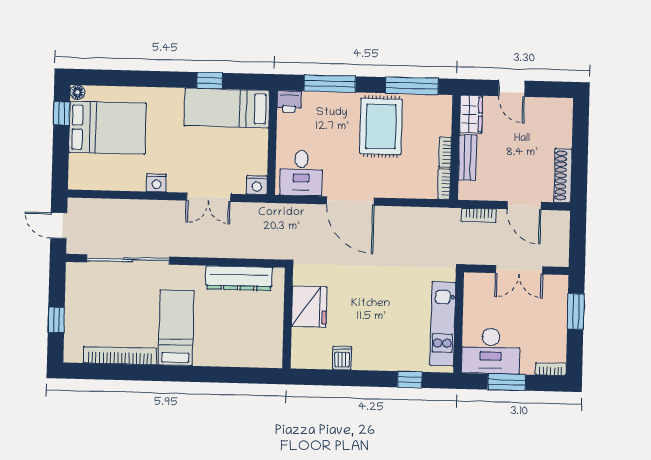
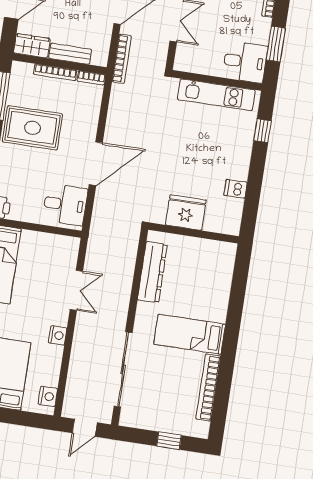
bookcase: (445, 152) -> (55, 72), width x1.56
nightstand: (257, 185) -> (48, 396), moved
bookcase: (479, 215) -> (122, 59), width x1.56
desk: (491, 351) -> (245, 62), width x0.73

